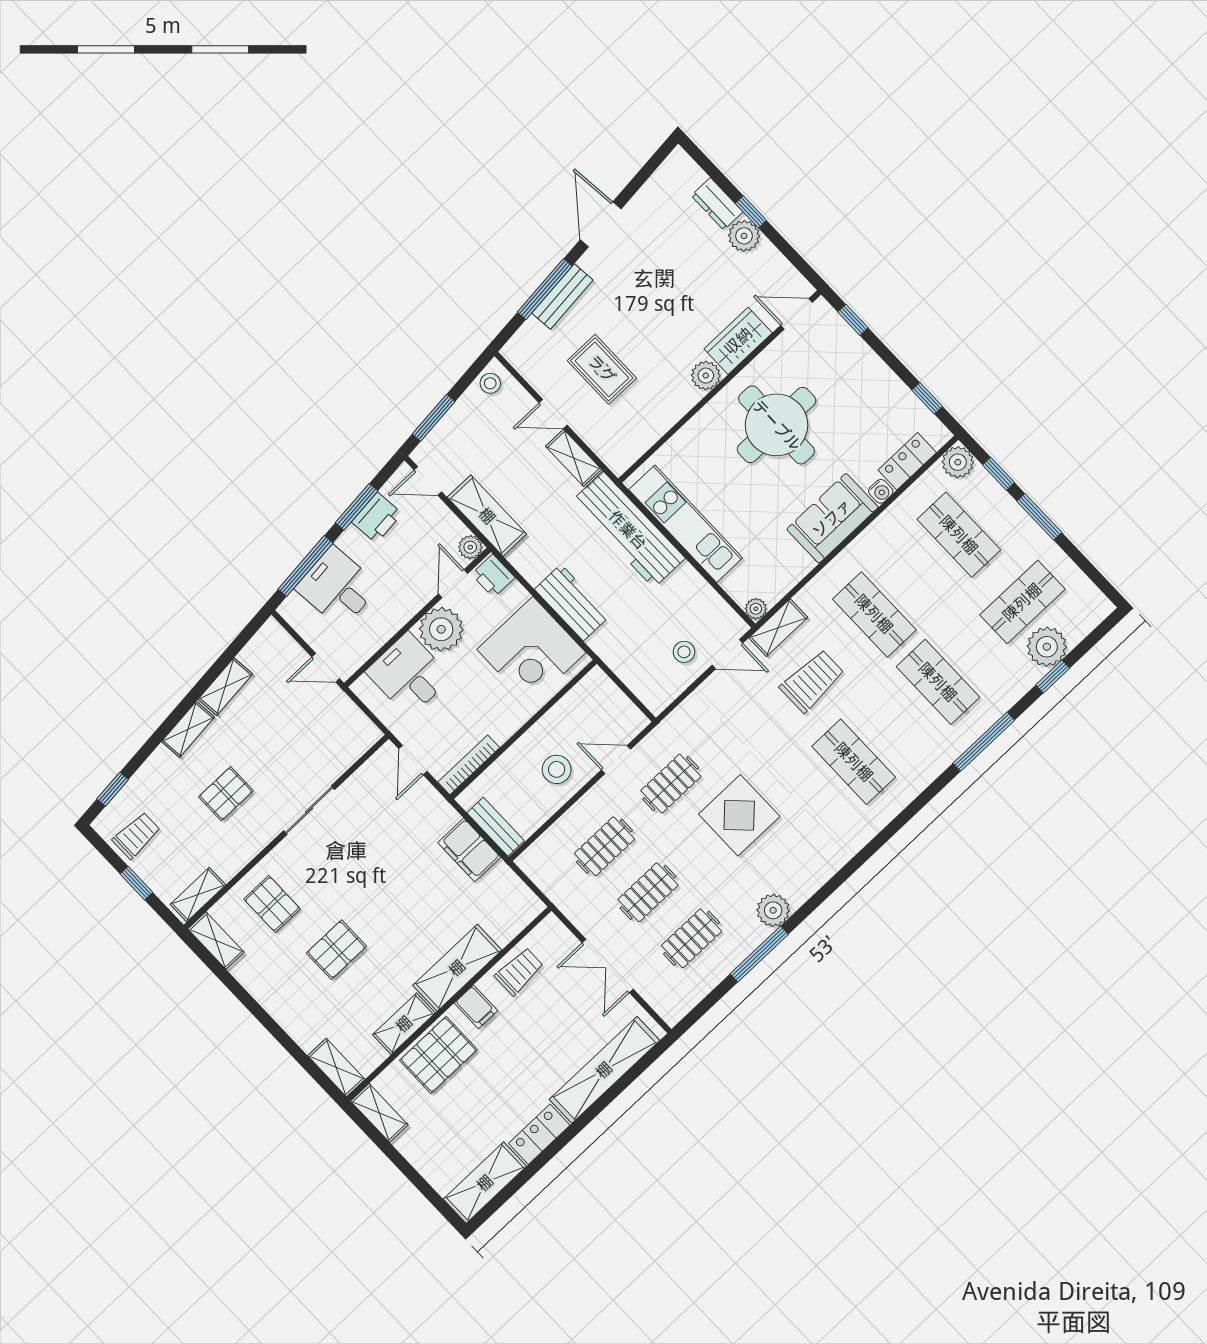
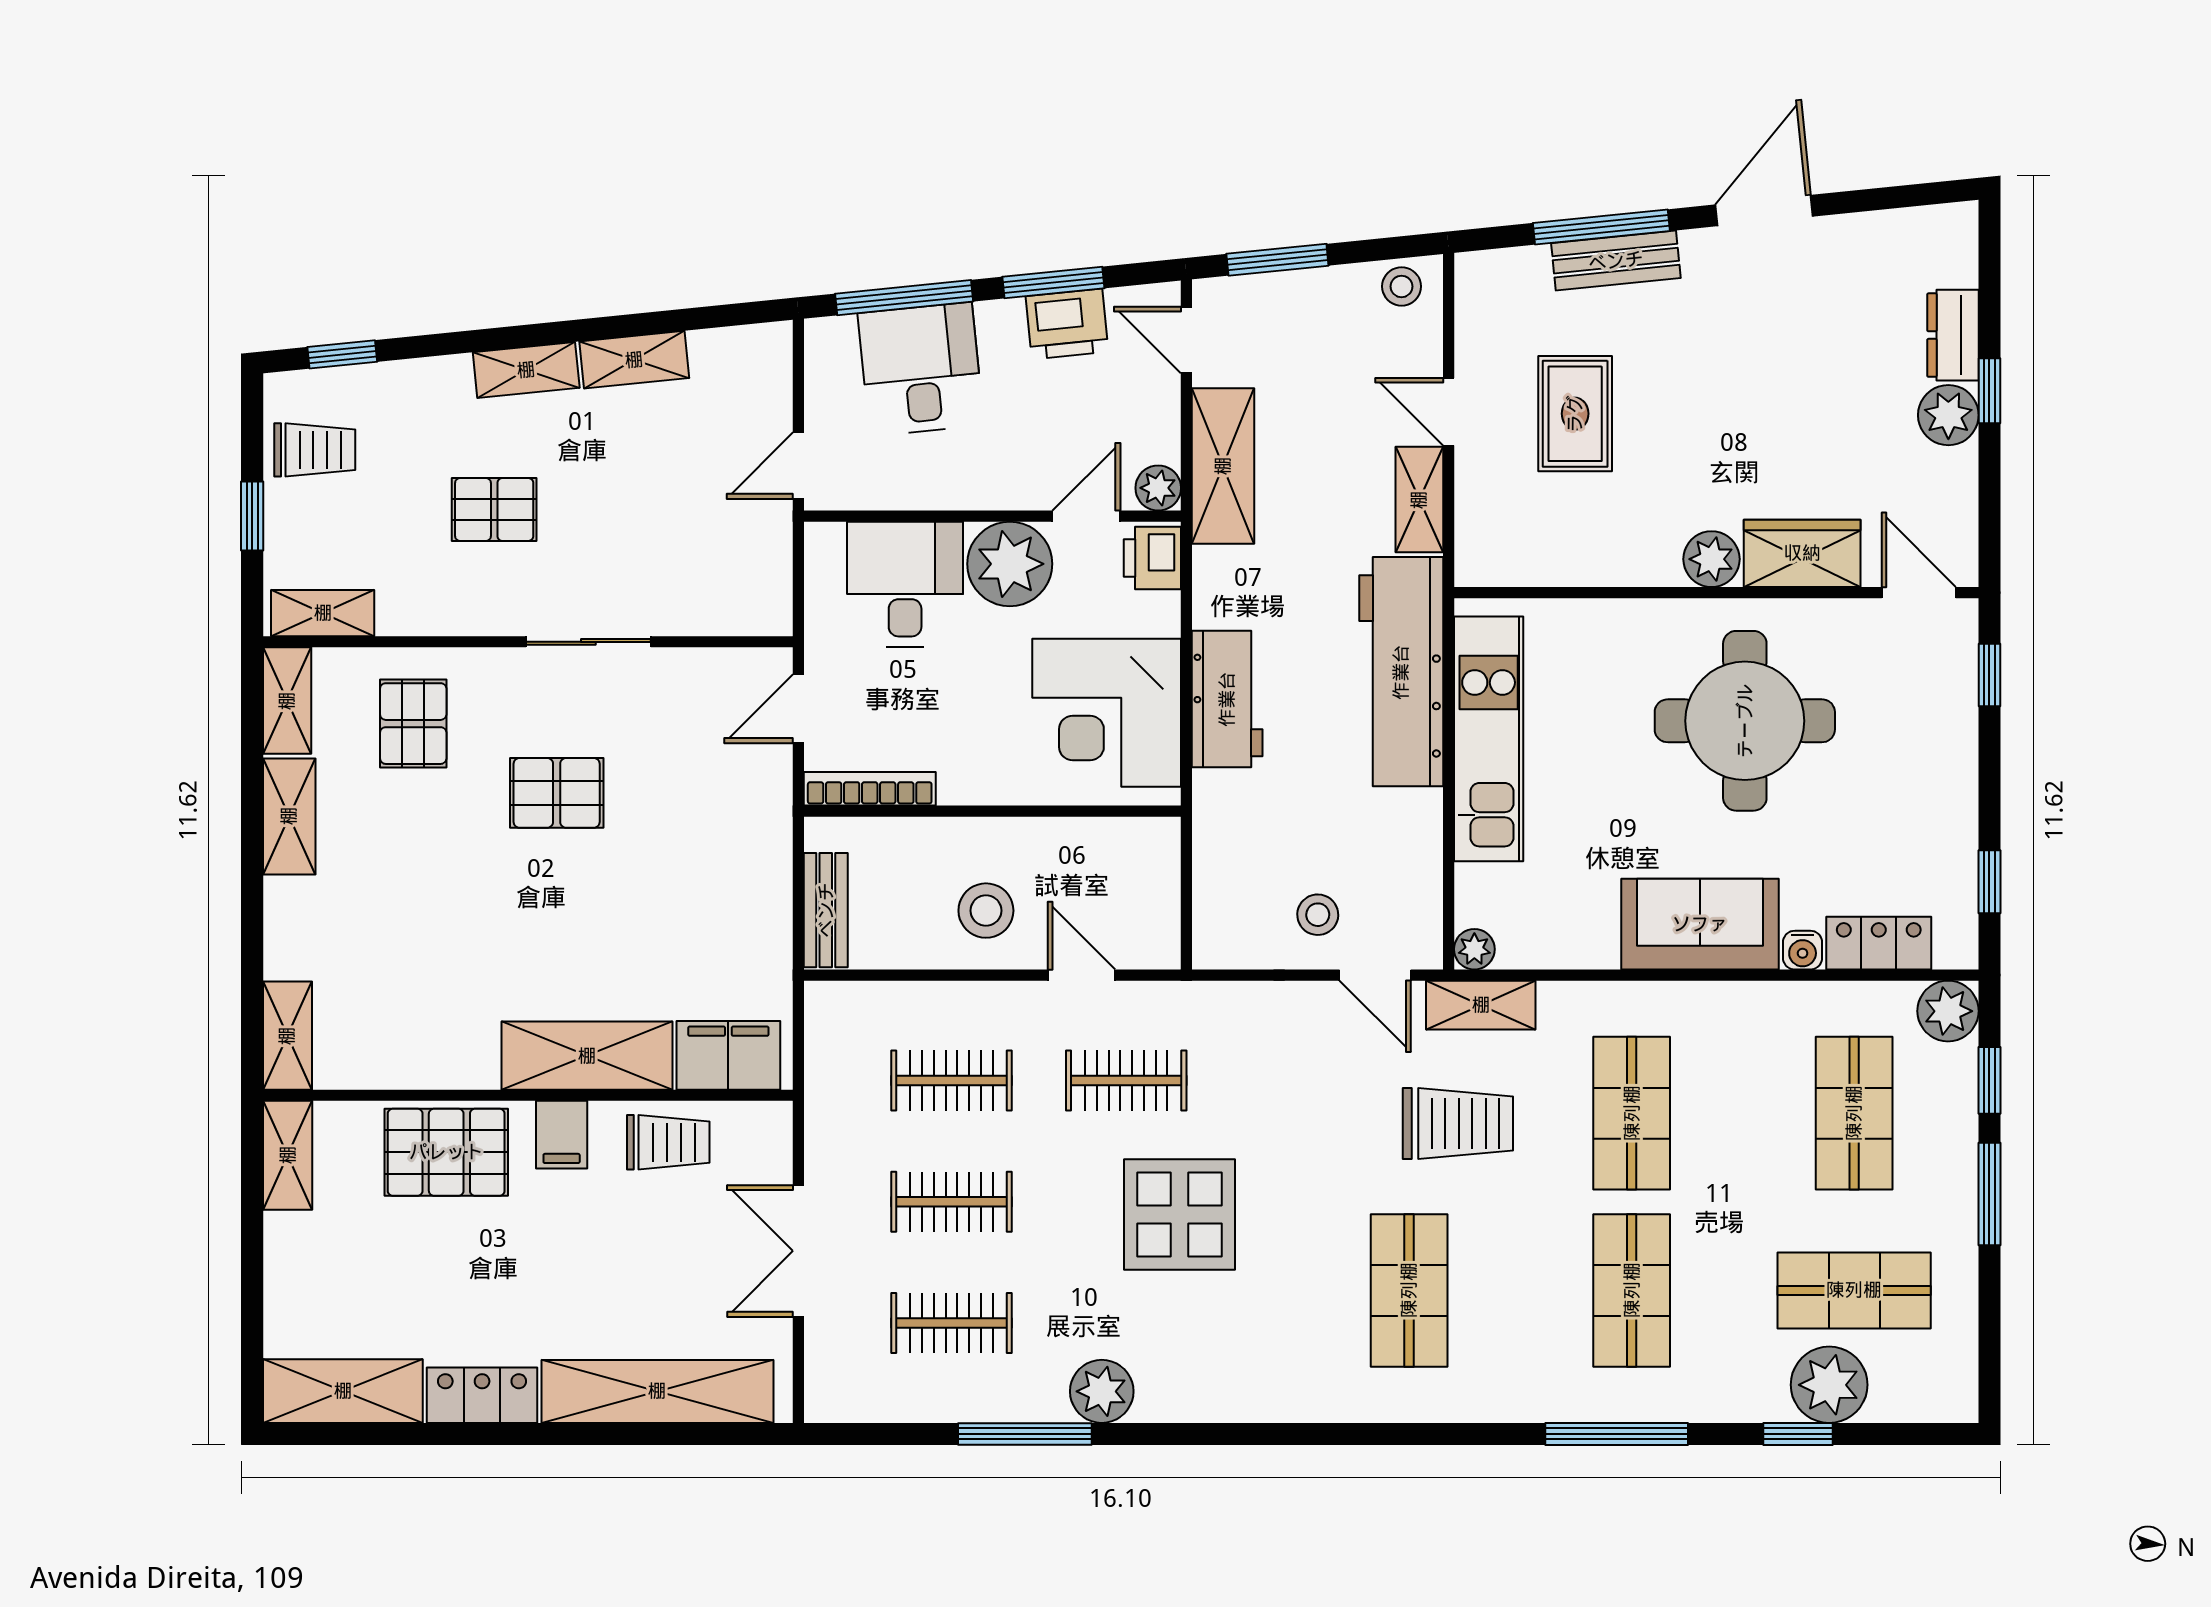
door: (326, 668) -> (798, 466), hinge flipped
filing cabinet: (469, 850) -> (728, 1055), moved, turned 90
pallet: (336, 950) -> (557, 793), moved
shelving: (404, 1024) -> (289, 816), moved, turned 90

